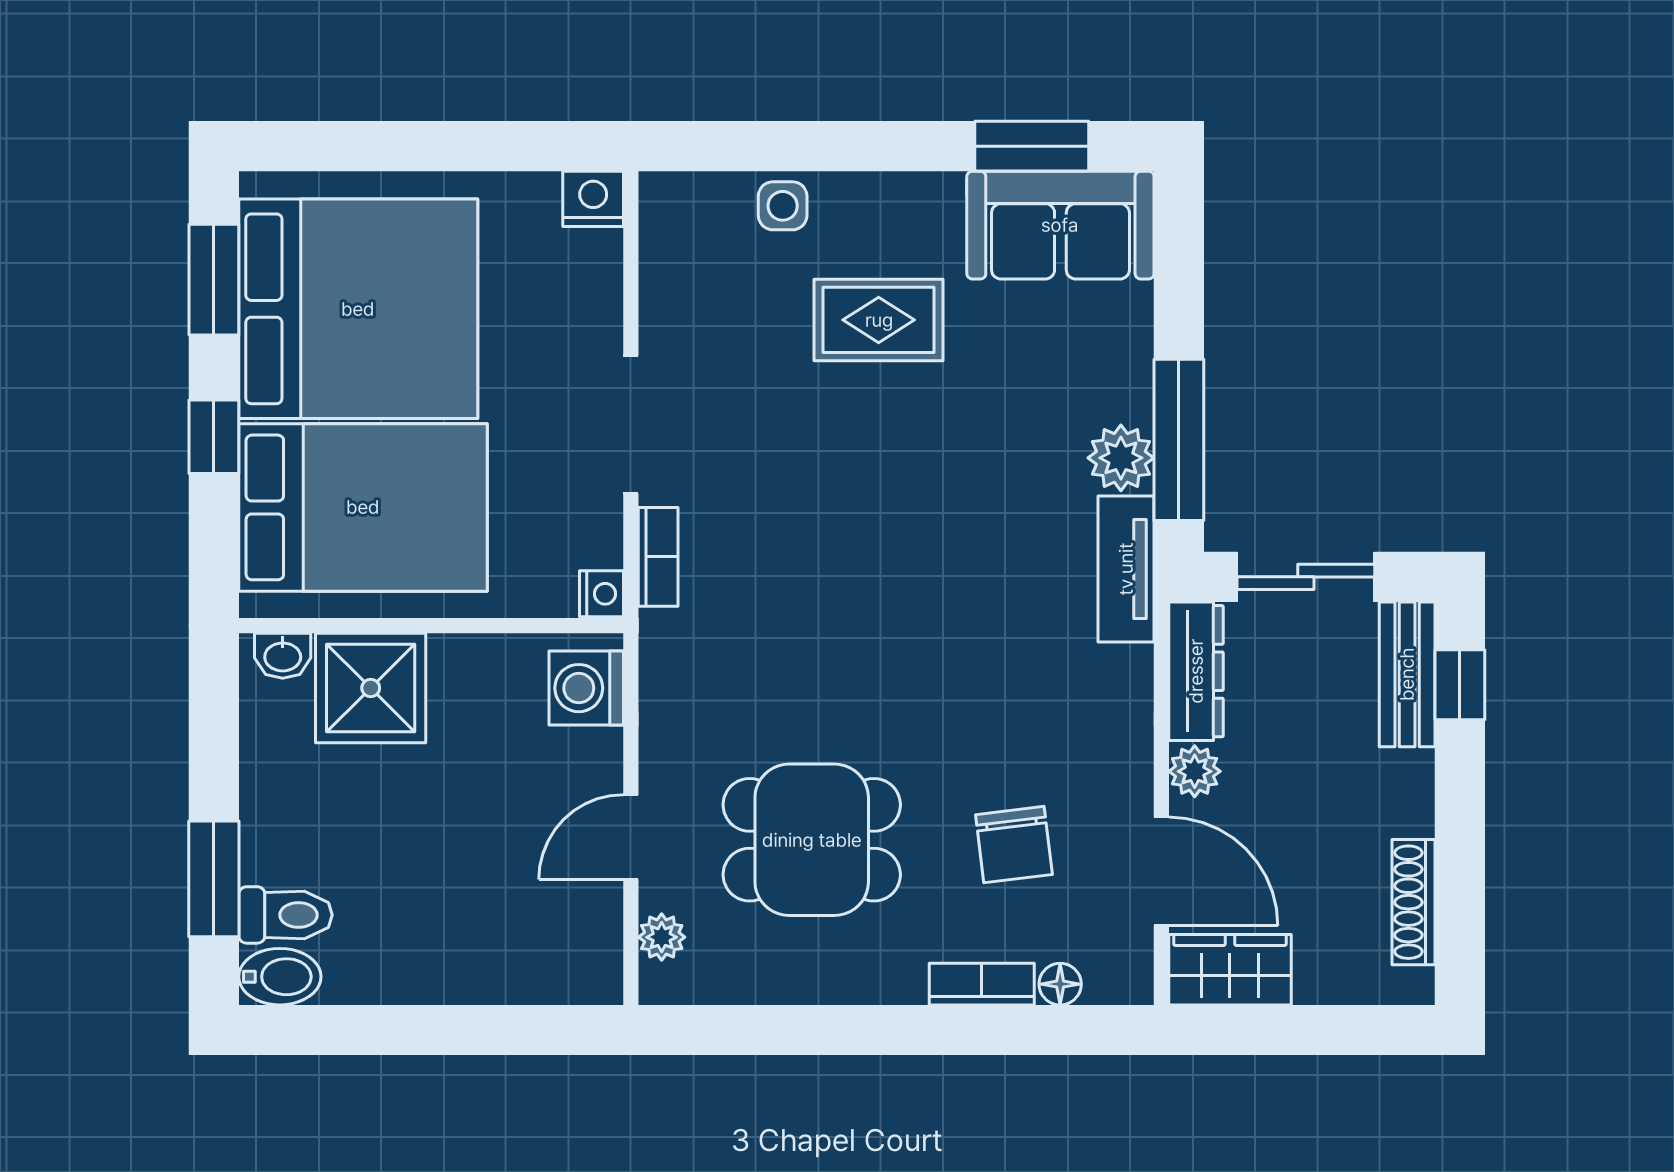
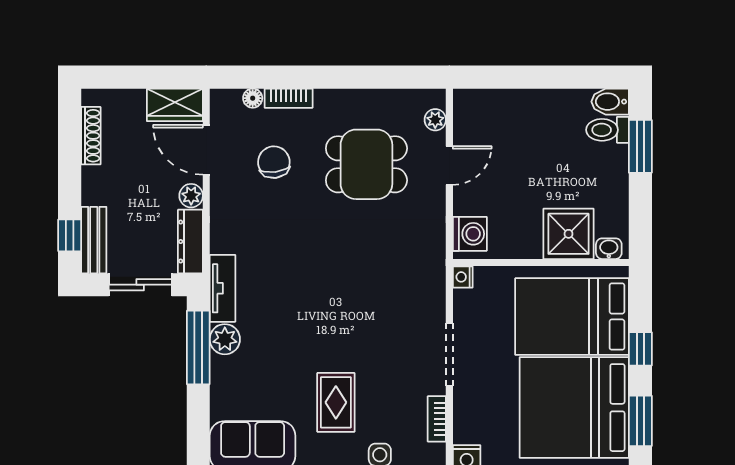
rug: (879, 320) -> (336, 402), turned 90
bookcase: (658, 557) -> (437, 419), moved

